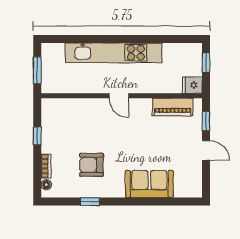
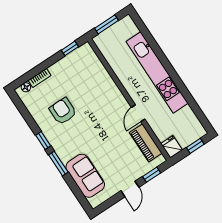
door: (119, 96) -> (138, 113), moved
window: (37, 136) -> (70, 48), moved
sofa: (149, 184) -> (85, 176), moved
window: (90, 202) -> (43, 140), moved
window: (138, 202) -> (58, 164), added

